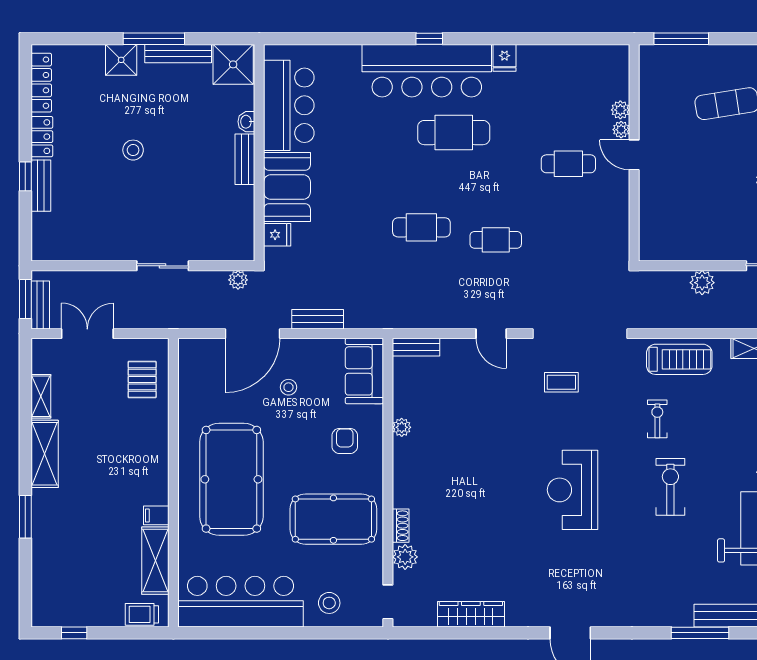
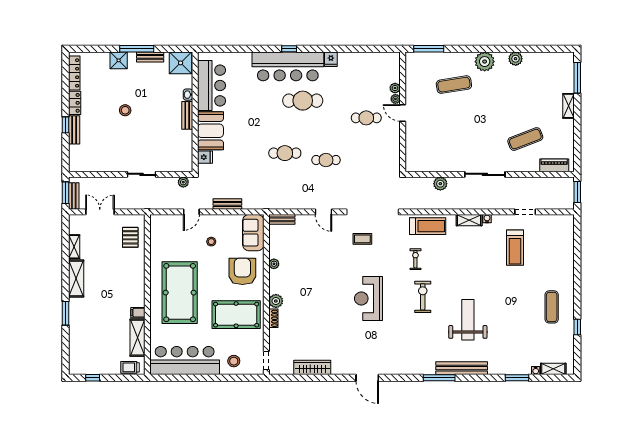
bench: (178, 54) -> (150, 57), width x0.73
door: (253, 334) -> (191, 212), width x0.53
armchair: (345, 441) -> (242, 271), width x1.88, depth x1.88
plant: (405, 557) -> (276, 301), moved

